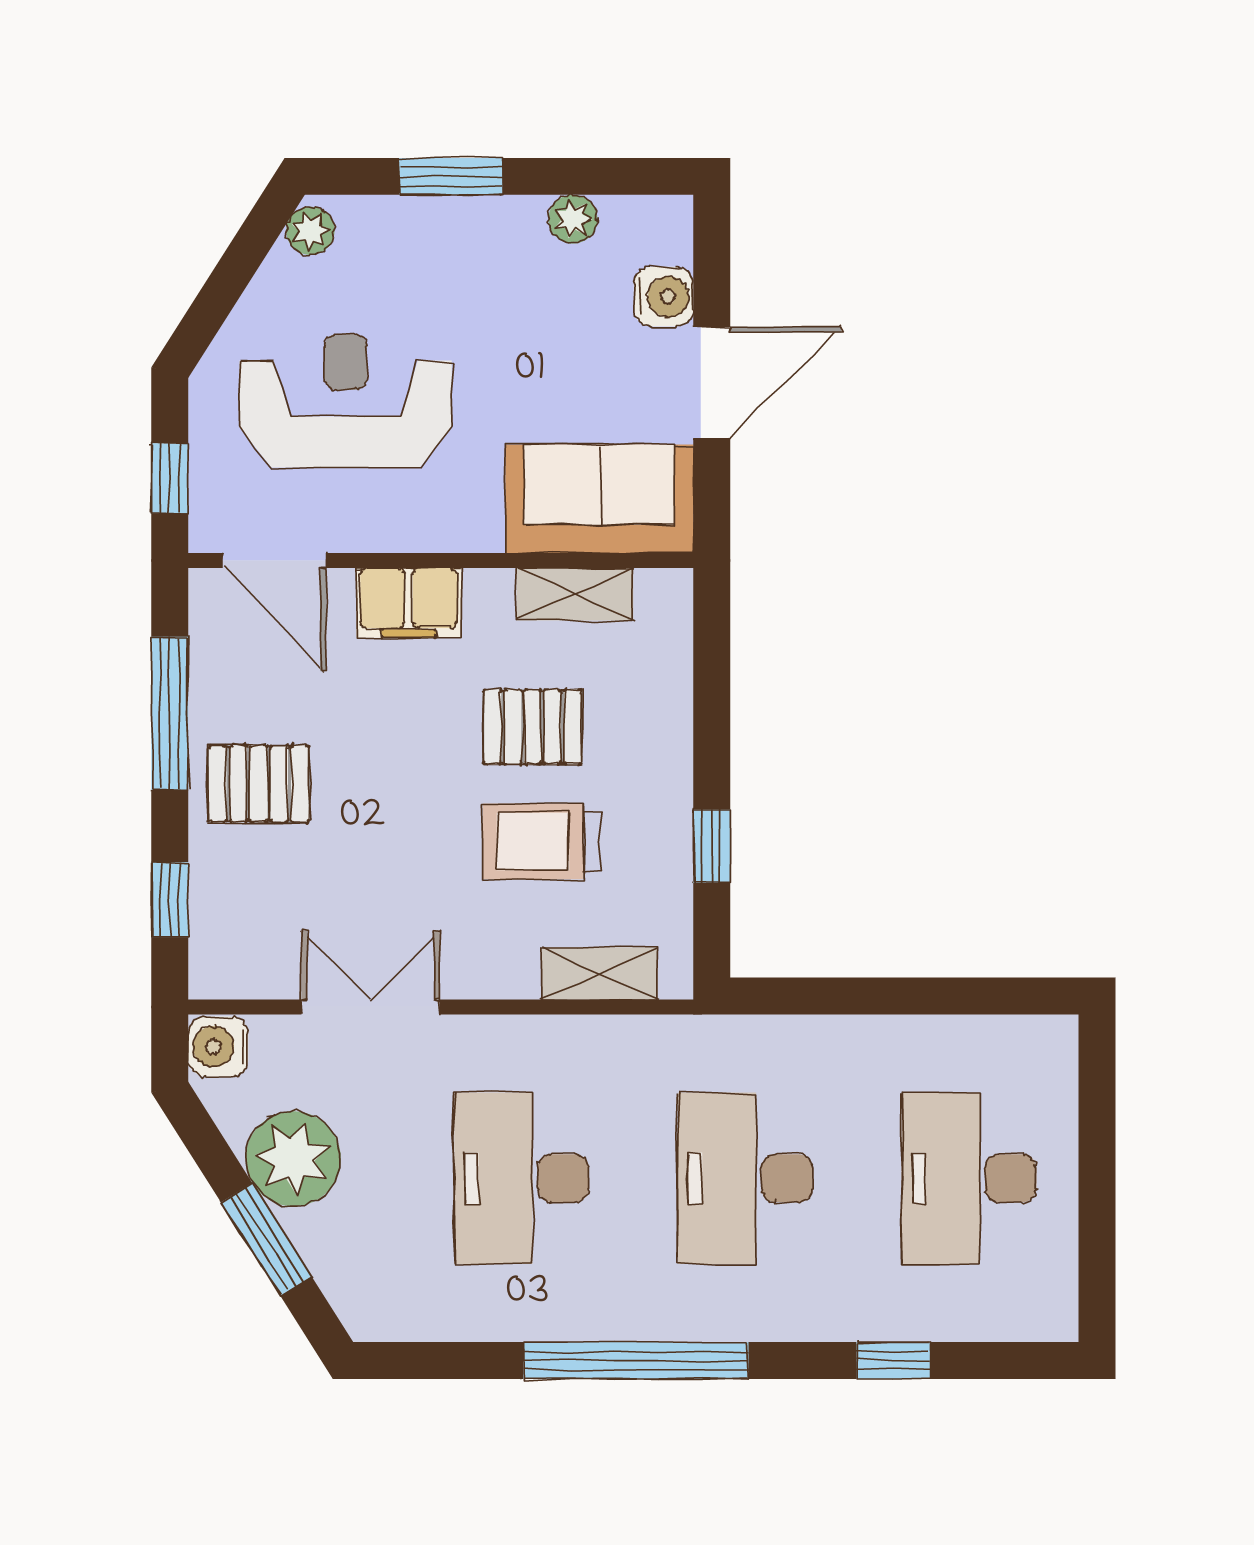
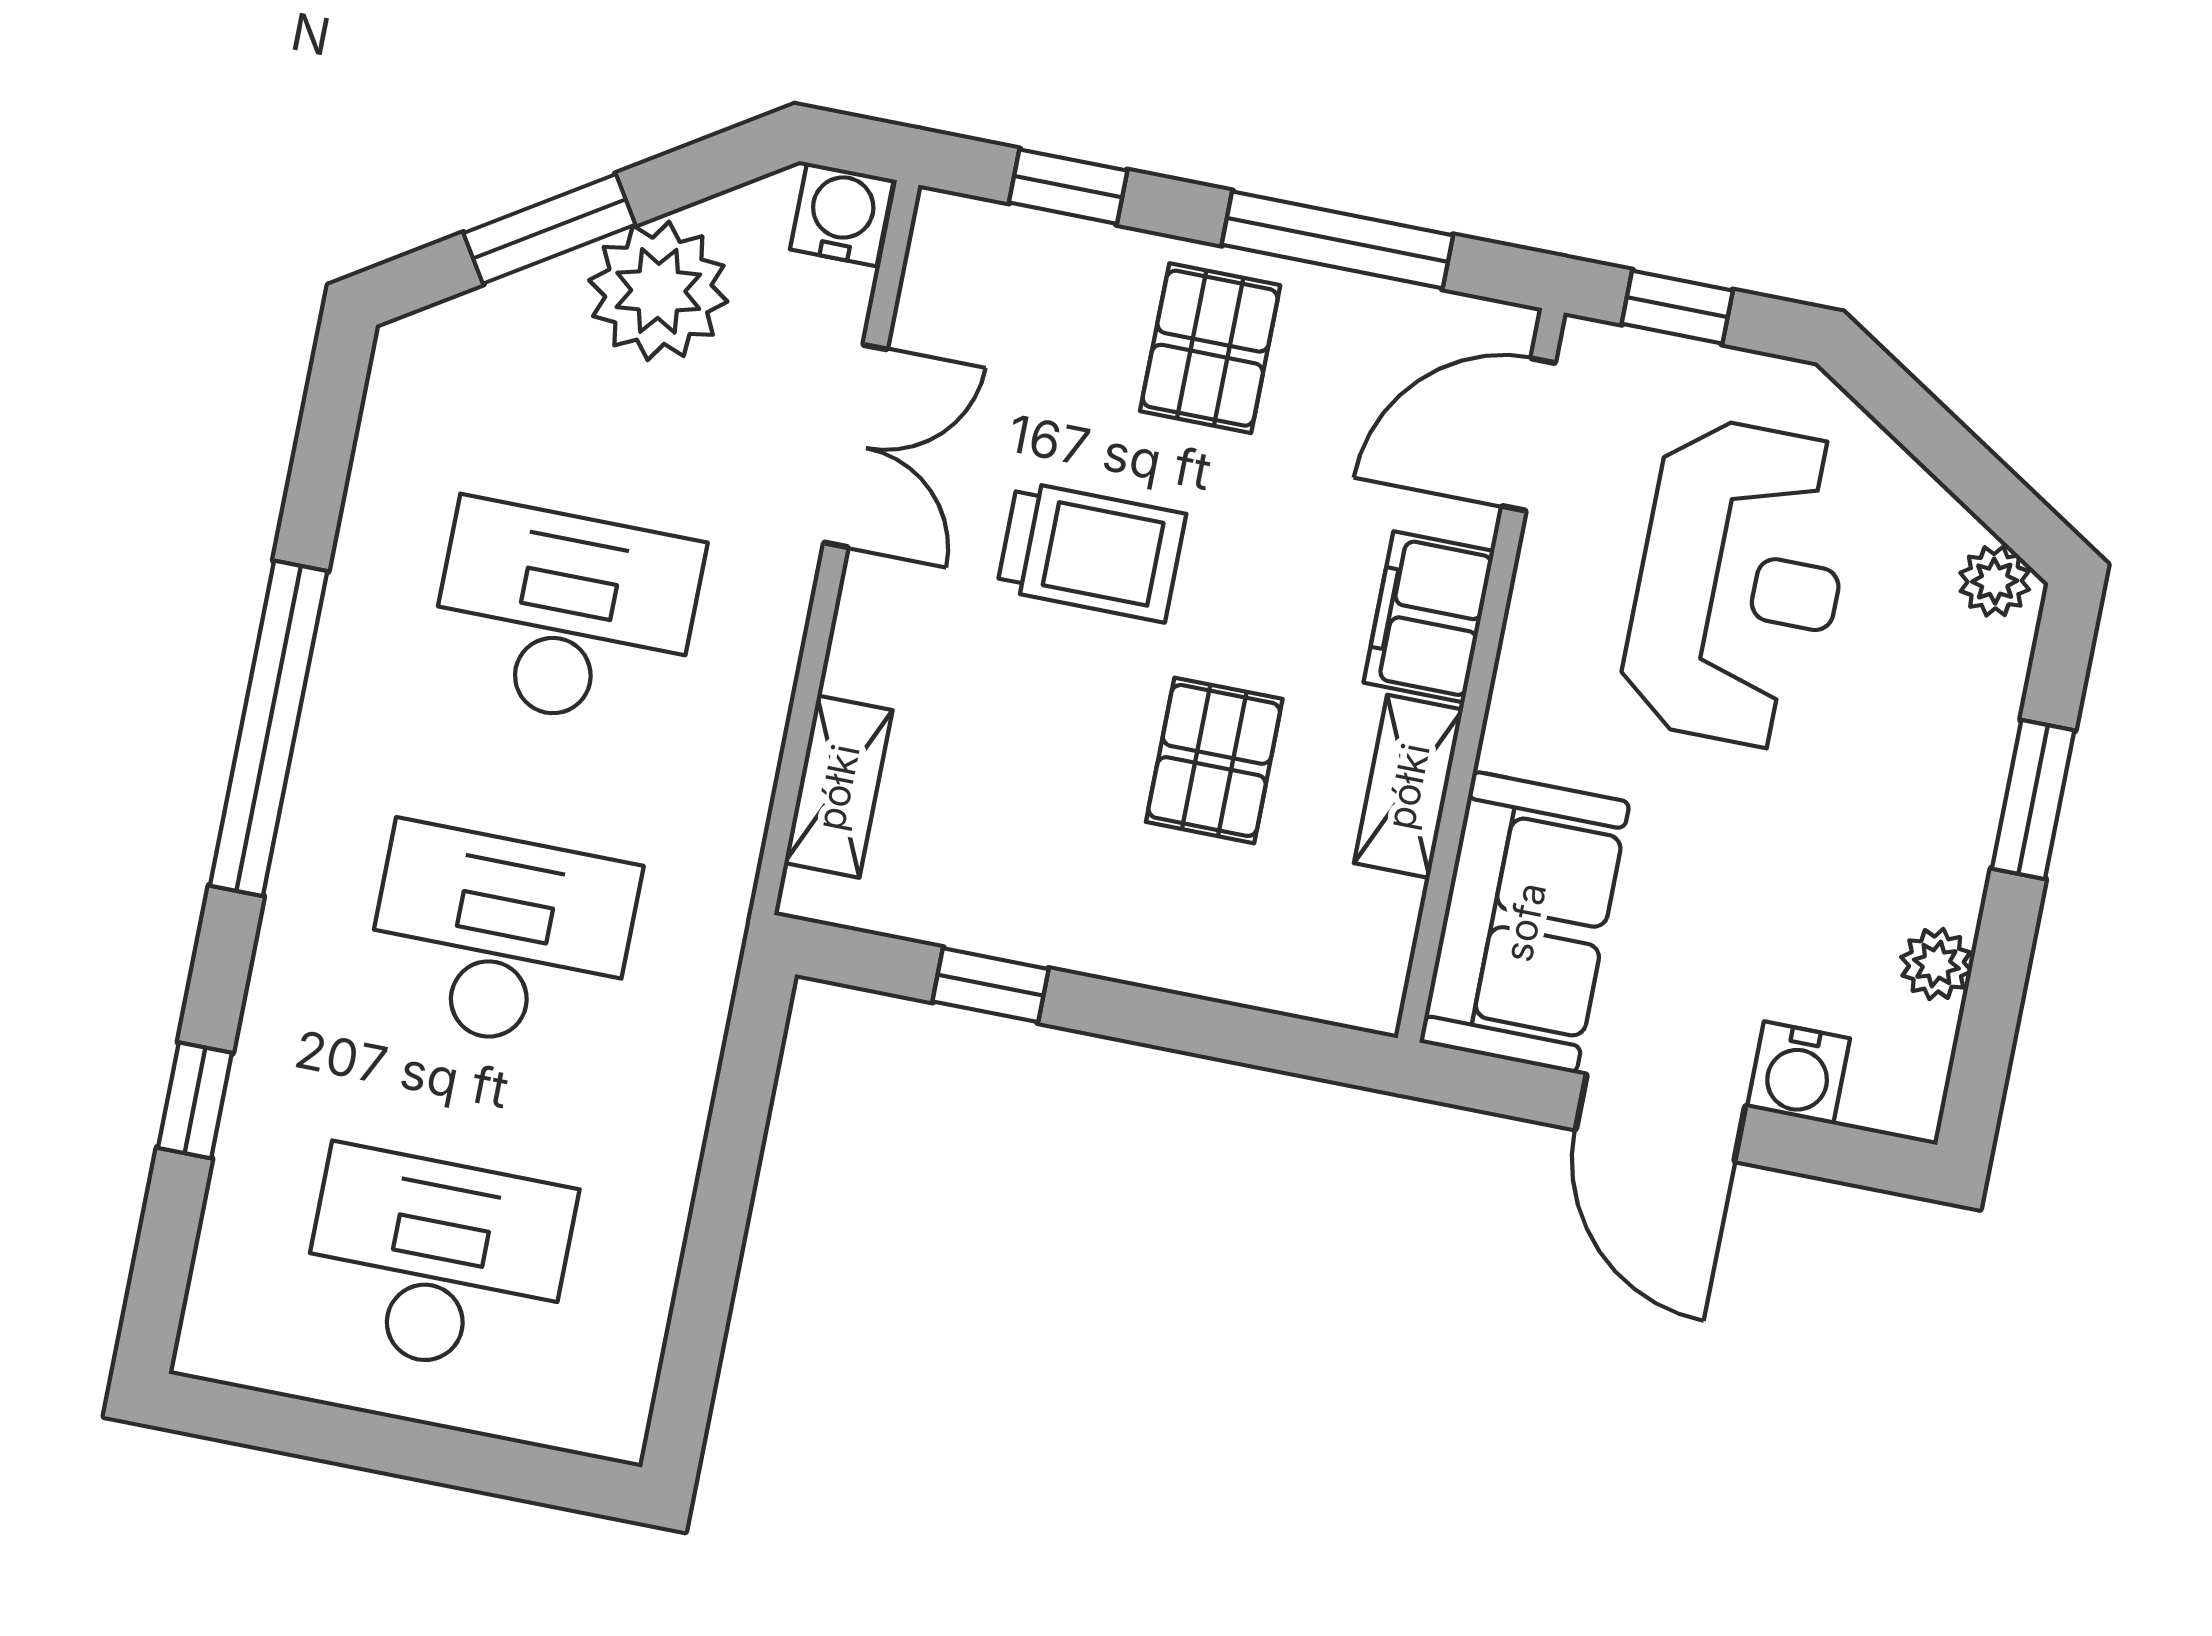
shelving: (575, 594) -> (1408, 786), moved
trolley: (541, 841) -> (1091, 552), moved, turned 90

